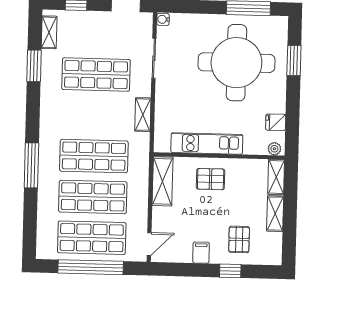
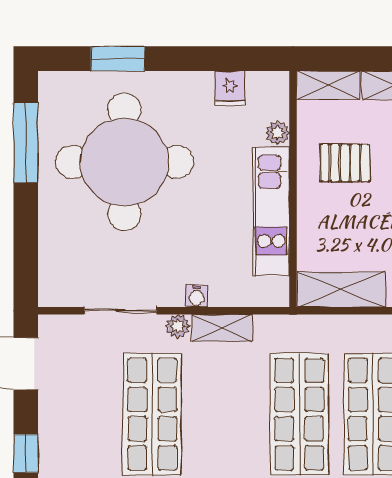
water cooler: (163, 19) -> (197, 296), moved
plant: (145, 90) -> (178, 326), added
plant: (274, 149) -> (278, 133), moved
pallet: (211, 179) -> (345, 163), moved, turned 90

